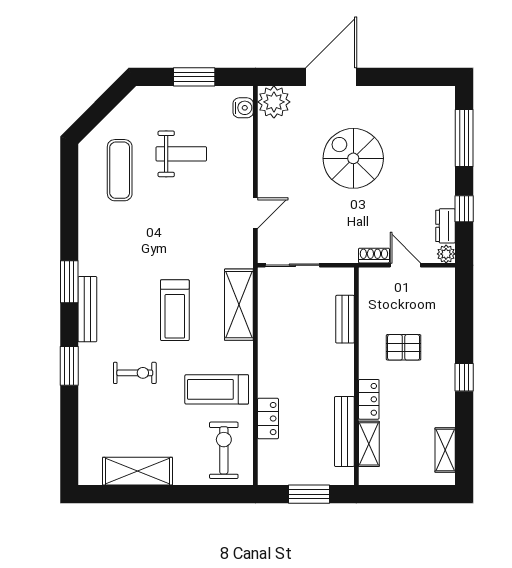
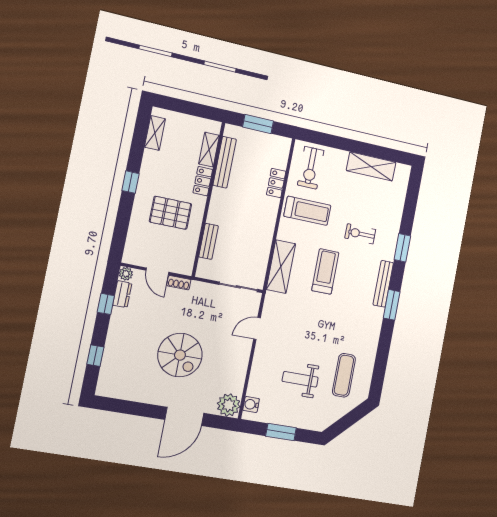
window: (464, 138) -> (95, 356), width x0.46
pallet: (404, 347) -> (170, 213), width x1.50, depth x1.42

